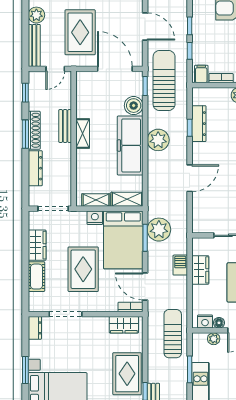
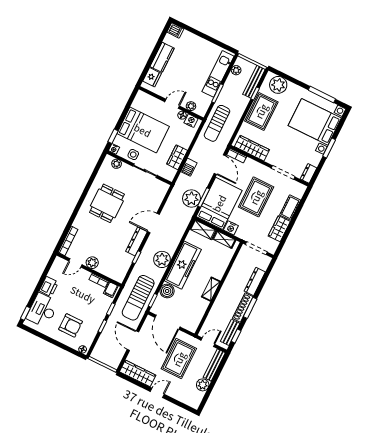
dresser: (199, 124) -> (136, 242), moved
bench: (65, 126) -> (230, 332), moved
wardrobe: (124, 325) -> (252, 148), width x1.50

